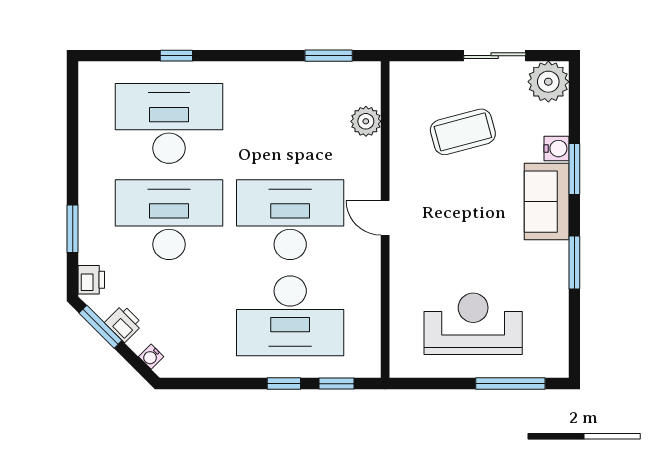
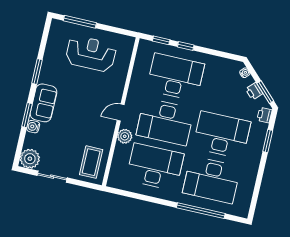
window: (176, 56) -> (201, 211), width x3.17
window: (329, 56) -> (130, 194), removed
plant: (366, 121) -> (125, 136), moved
desk: (290, 123) -> (155, 167), added
coffee table: (463, 132) -> (91, 162), moved, turned -75
door: (385, 218) -> (121, 113), swing flipped
desk: (169, 220) -> (222, 135), turned 180
reception desk: (473, 324) -> (91, 54), turned 180

